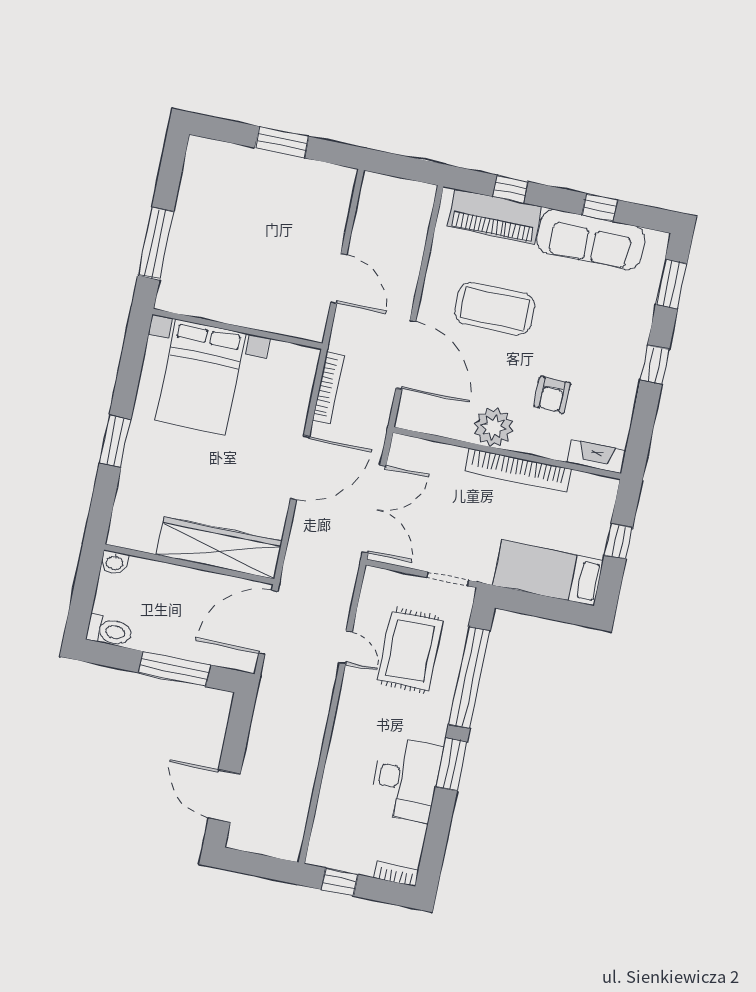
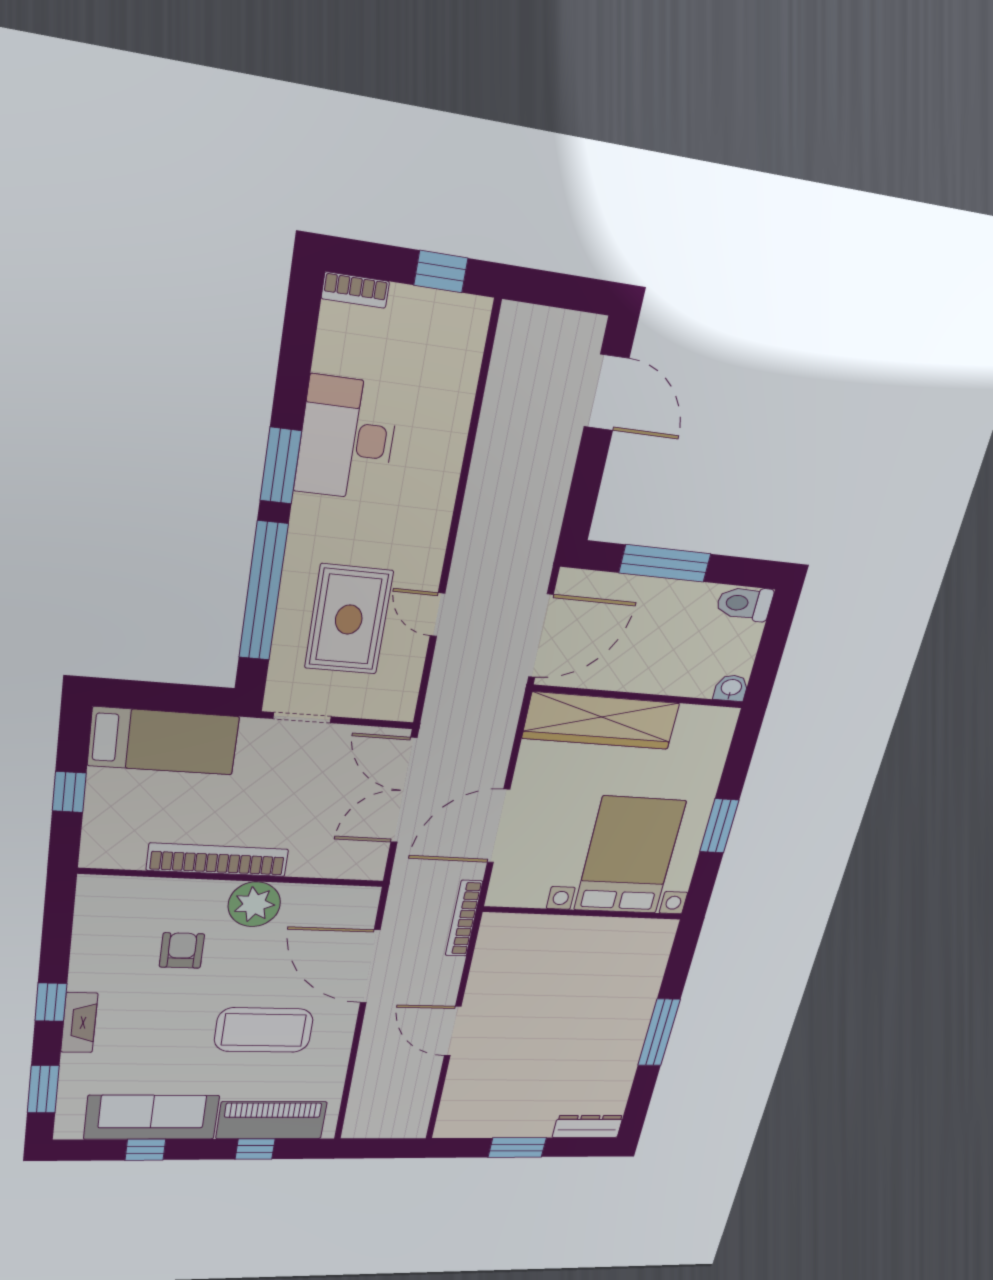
dresser: (217, 152) -> (588, 1126), added
wall: (237, 329) -> (584, 913), moved
bed with nightstands: (200, 377) -> (630, 856), moved
fireplace: (596, 456) -> (79, 1023), moved, turned -90

